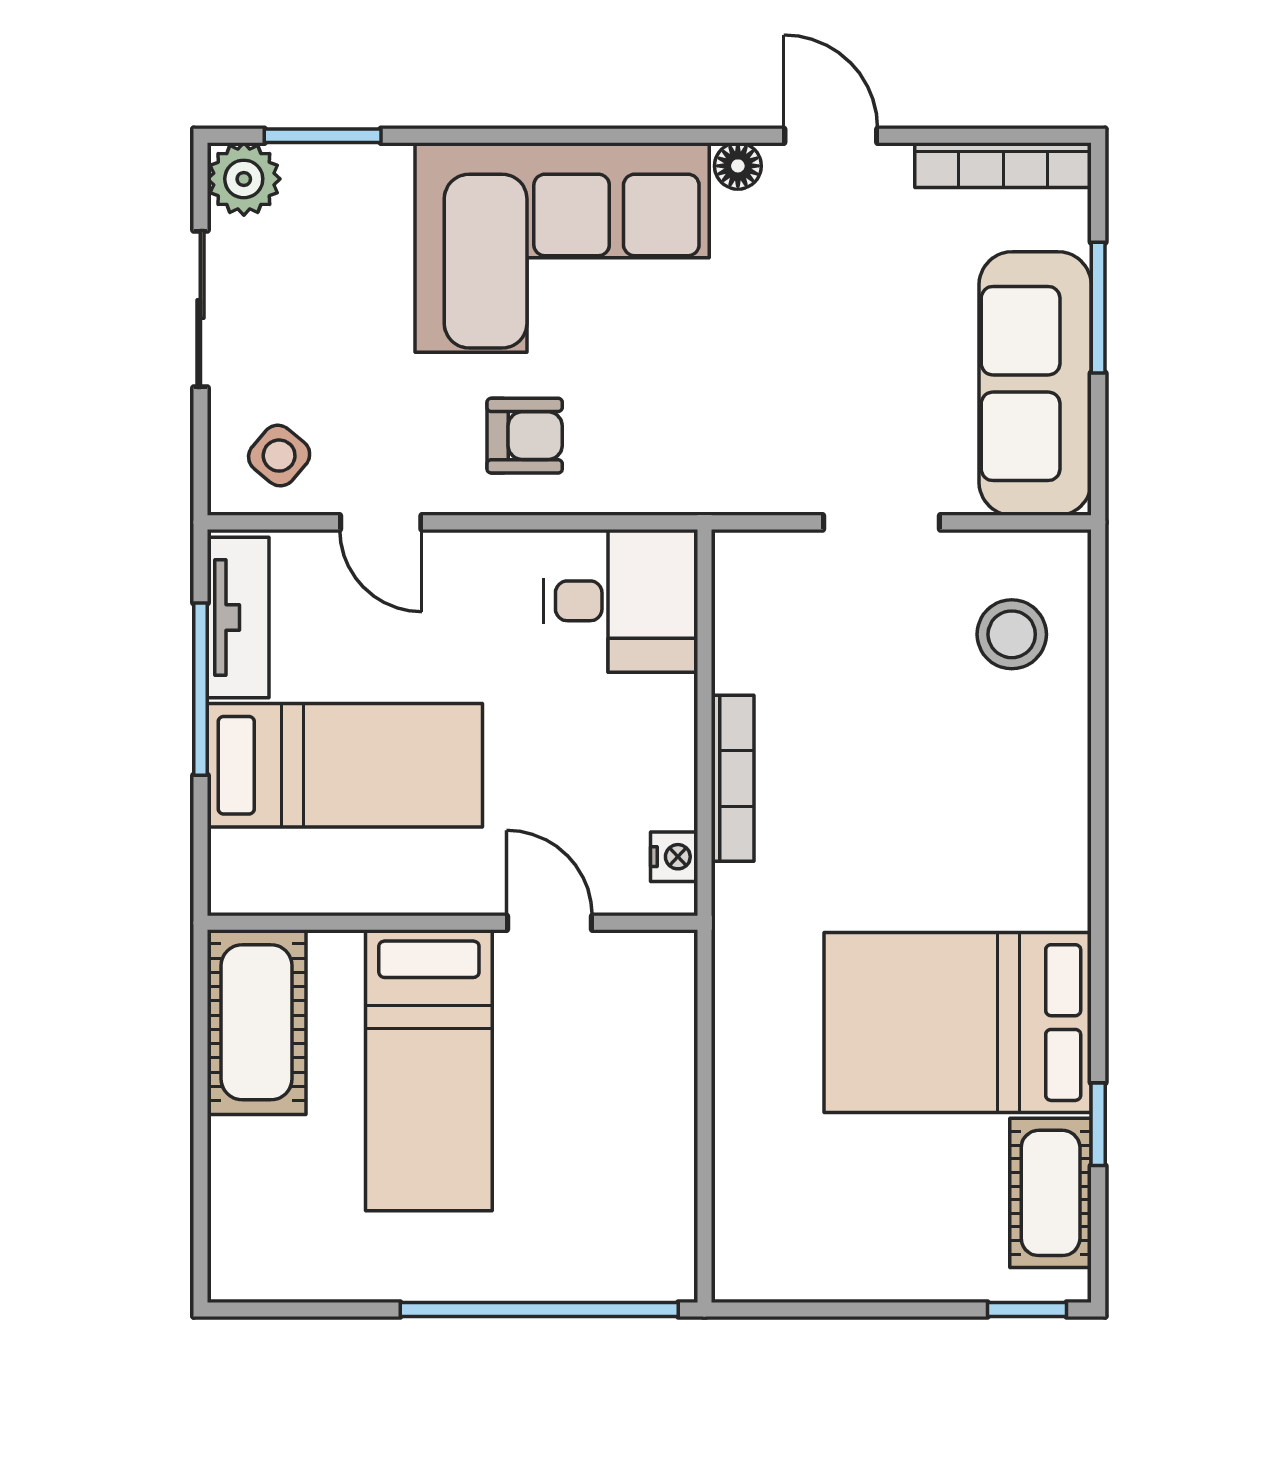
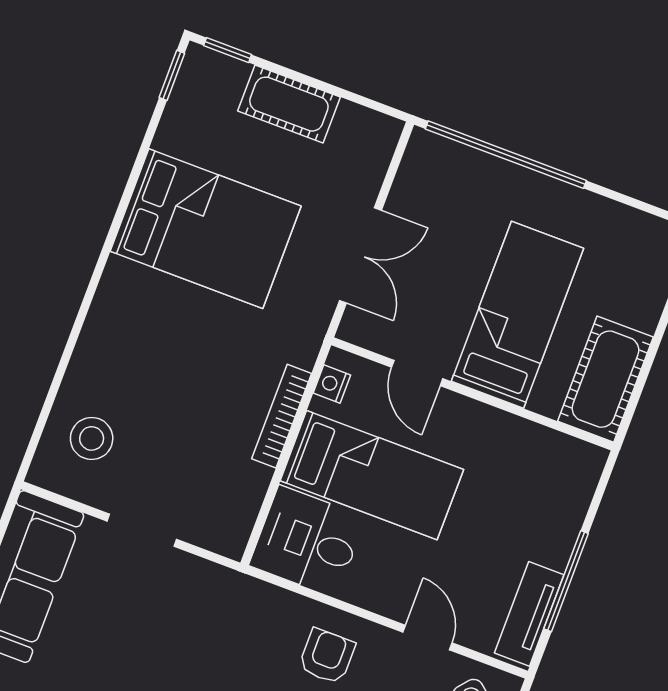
armchair: (525, 436) -> (327, 656), turned 90
bed: (345, 765) -> (372, 475), moved, turned 180
double door: (705, 1071) -> (360, 255), added
window: (1098, 1124) -> (172, 75), moved
cot: (1051, 1193) -> (289, 104), moved, turned 90

